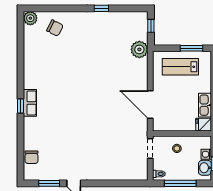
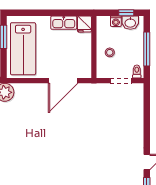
lab bench: (180, 67) -> (23, 49), width x1.36, depth x1.39
doorway: (150, 149) -> (121, 81), moved

